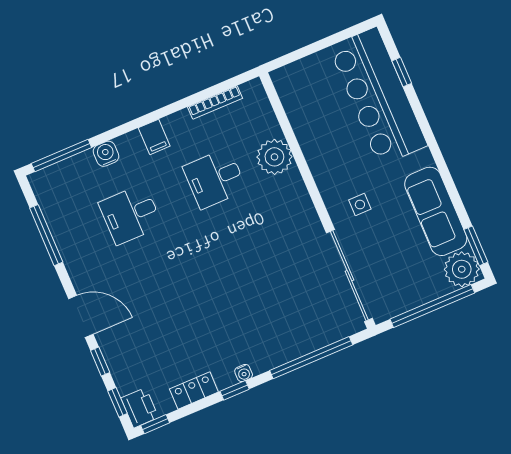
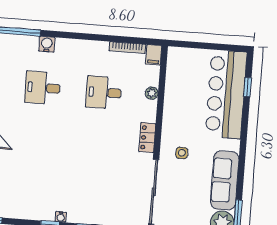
filing cabinet: (154, 137) -> (154, 55), moved
plant: (274, 157) -> (152, 93), width x0.53, depth x0.53
locker: (194, 391) -> (147, 138), moved, turned -90

